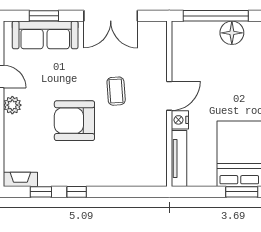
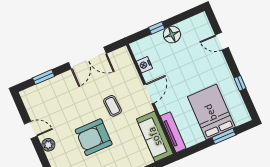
window: (216, 16) -> (157, 28), width x0.32
sofa: (45, 35) -> (155, 136), moved, turned 90
nightstand: (180, 120) -> (144, 65), moved

